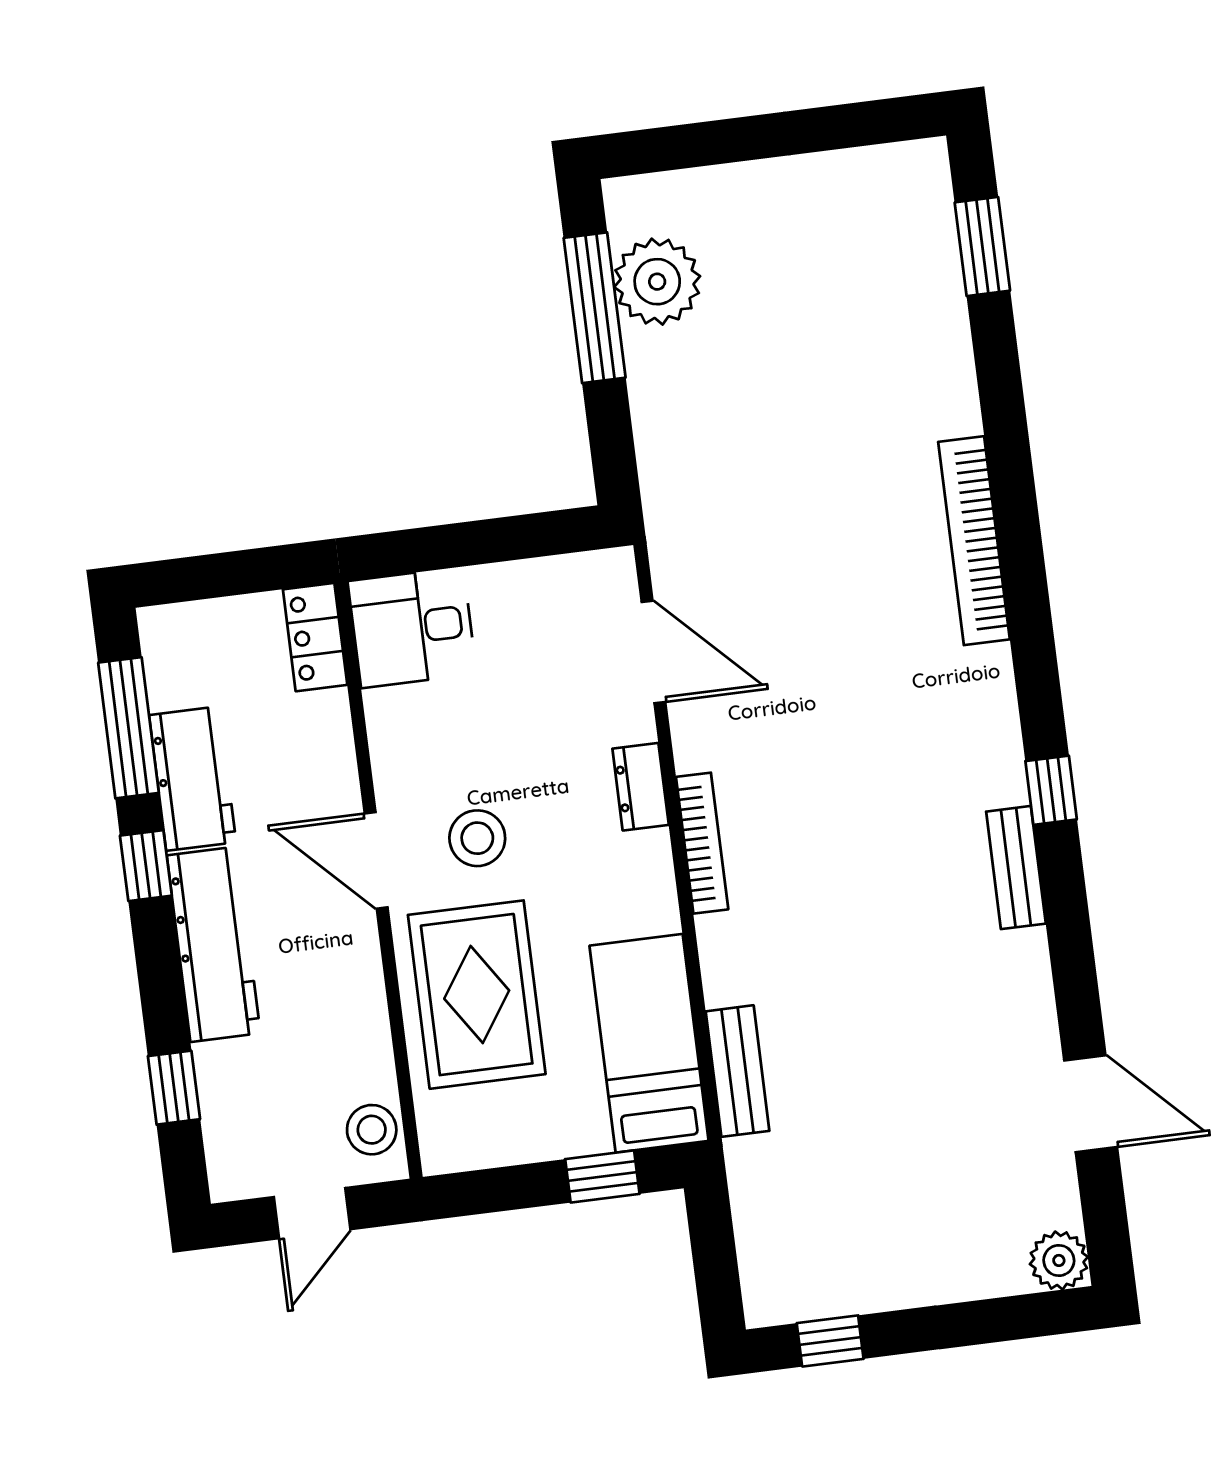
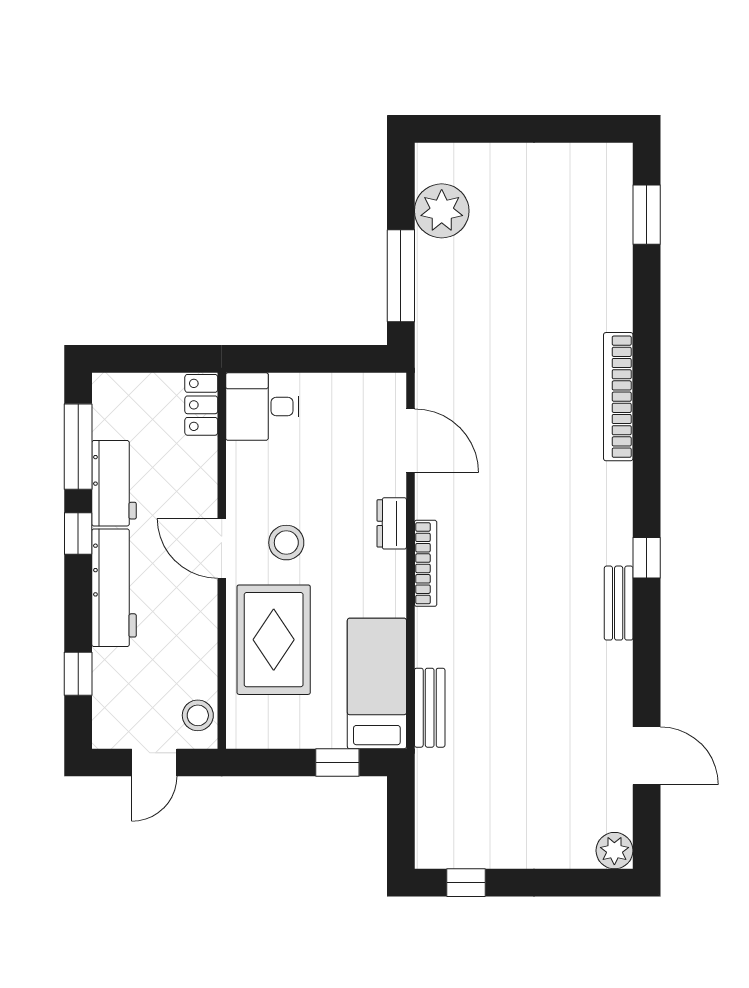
window: (595, 308) -> (401, 276), moved

